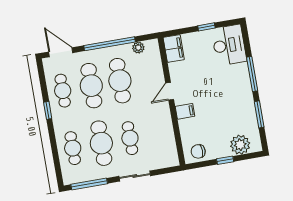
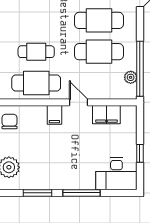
window: (110, 44) -> (140, 69), moved
filing cabinet: (174, 49) -> (106, 115), moved
cafe table: (101, 143) -> (36, 83), moved

